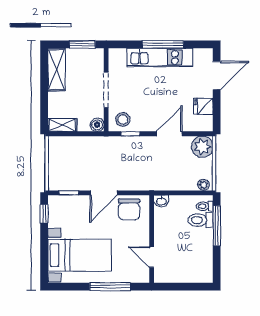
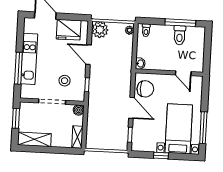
window: (163, 44) -> (18, 68), moved
fridge: (203, 106) -> (69, 30), width x1.88, depth x1.34
stool: (123, 119) -> (65, 81), moved
window: (44, 214) -> (161, 156), moved
toilet: (201, 220) -> (180, 35), moved
window: (217, 226) -> (180, 23), moved
door: (152, 257) -> (183, 73), hinge flipped
window: (110, 287) -> (203, 128), moved

